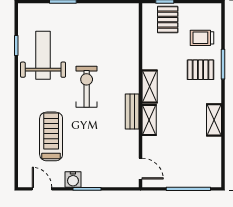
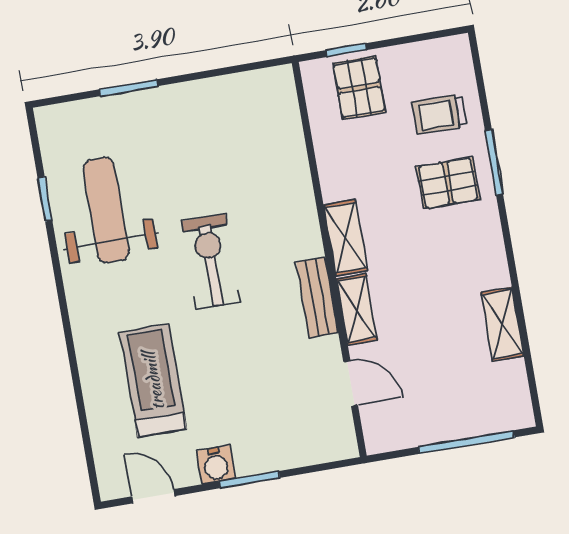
shelving: (214, 120) -> (502, 324), moved
door: (141, 169) -> (351, 383), moved

